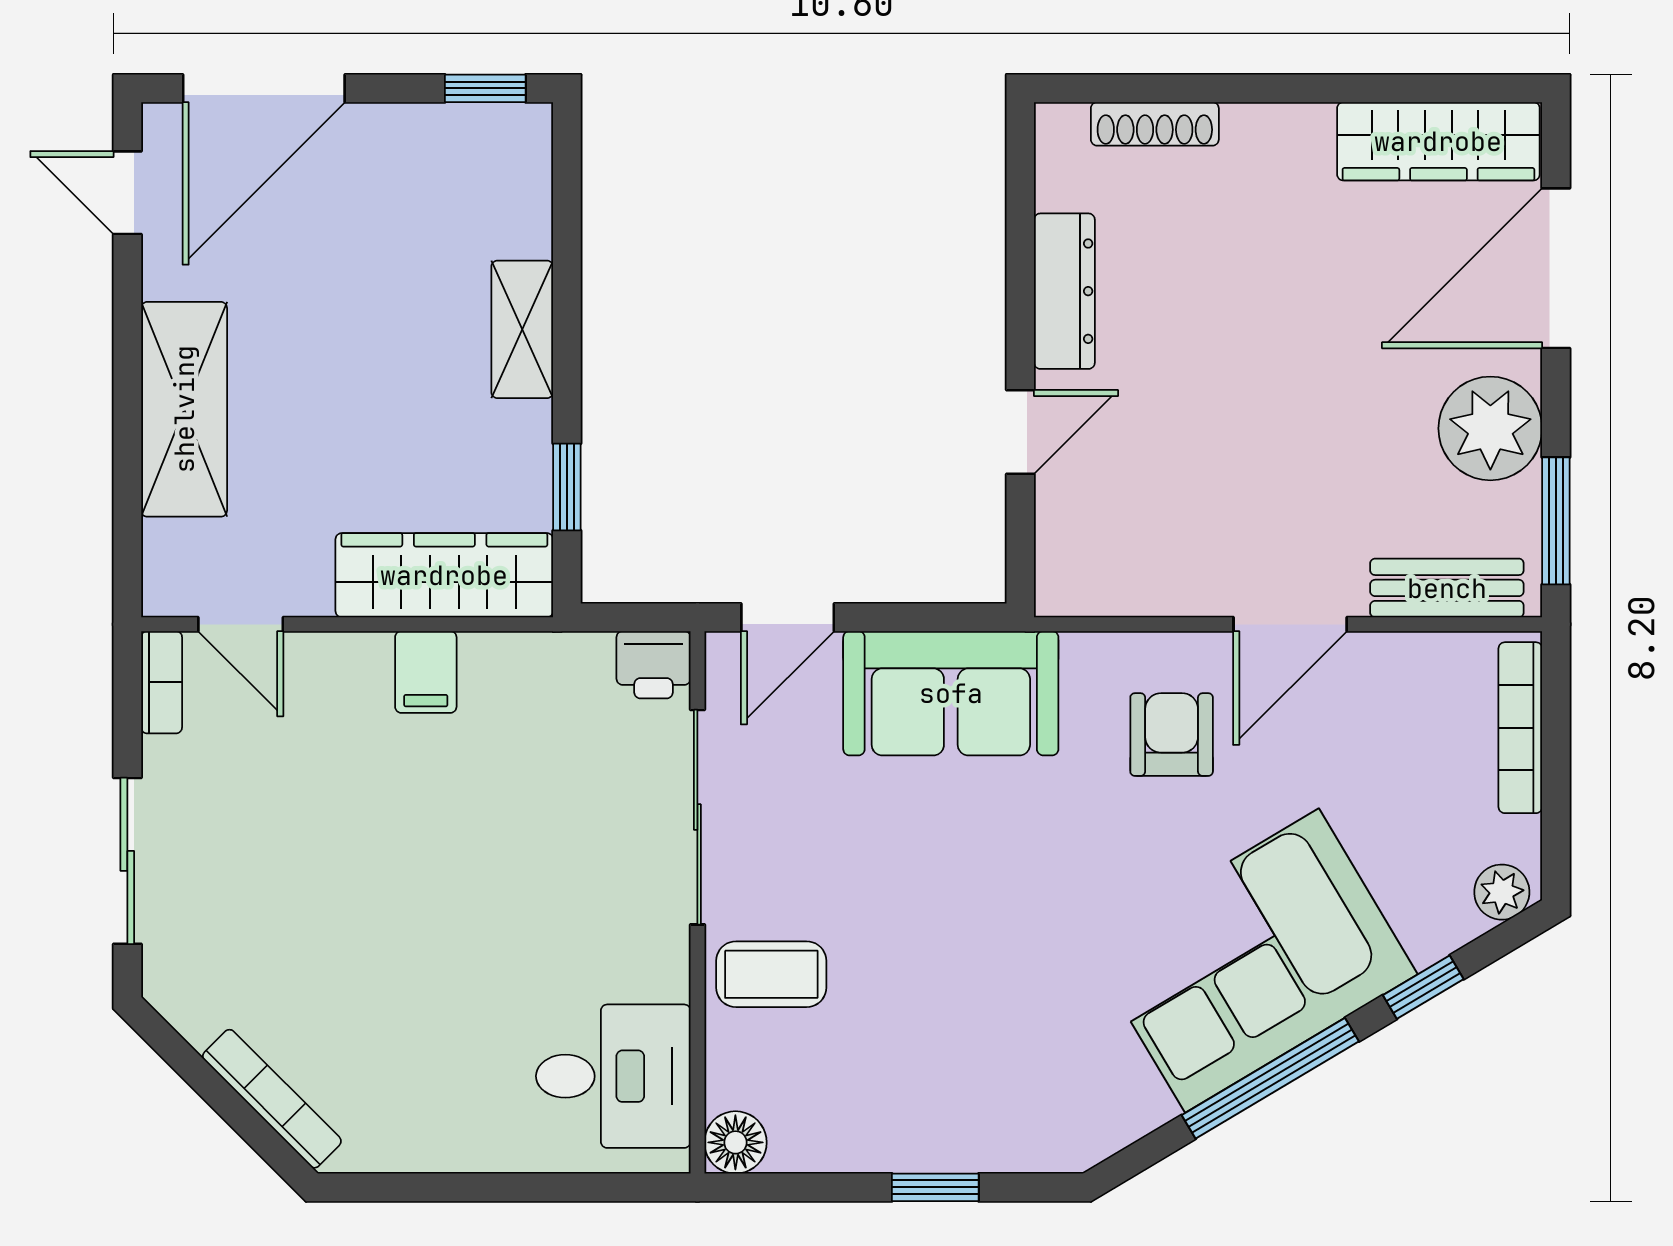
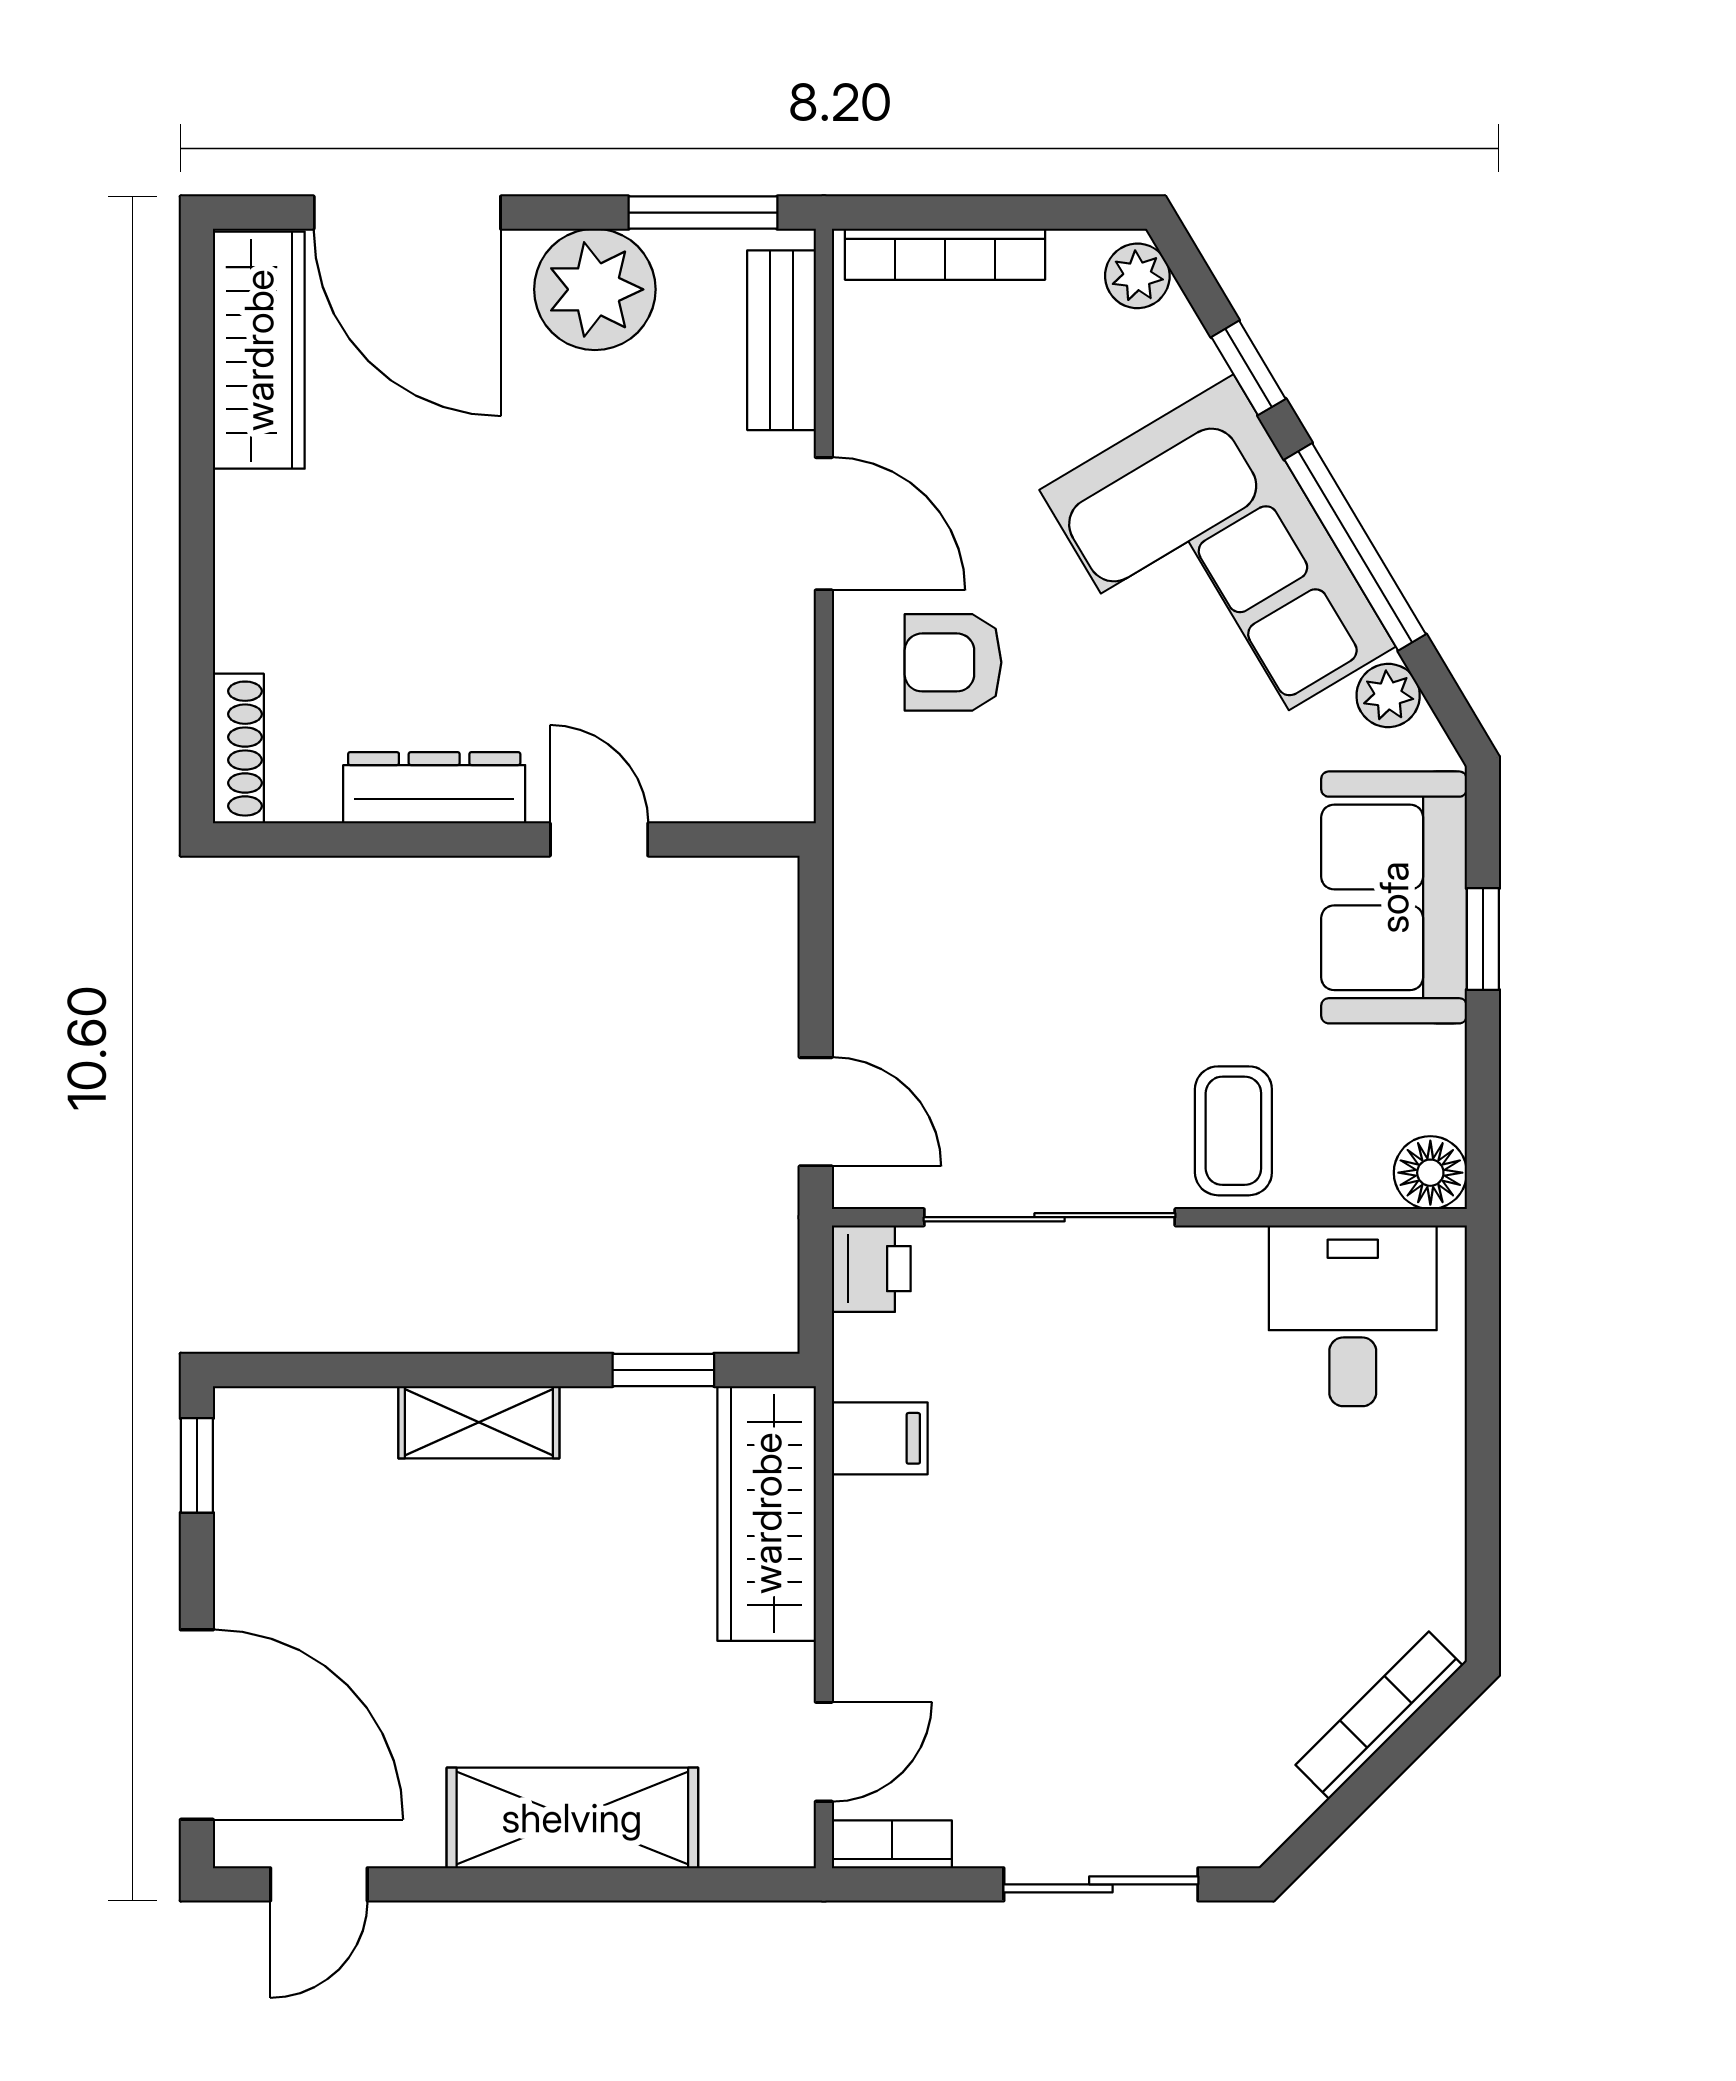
shoe rack: (1155, 124) -> (238, 749), moved
filing cabinet: (426, 672) -> (880, 1438), moved
sofa: (951, 693) -> (1394, 897), moved, turned 180
plant: (1143, 1106) -> (1388, 696), added

